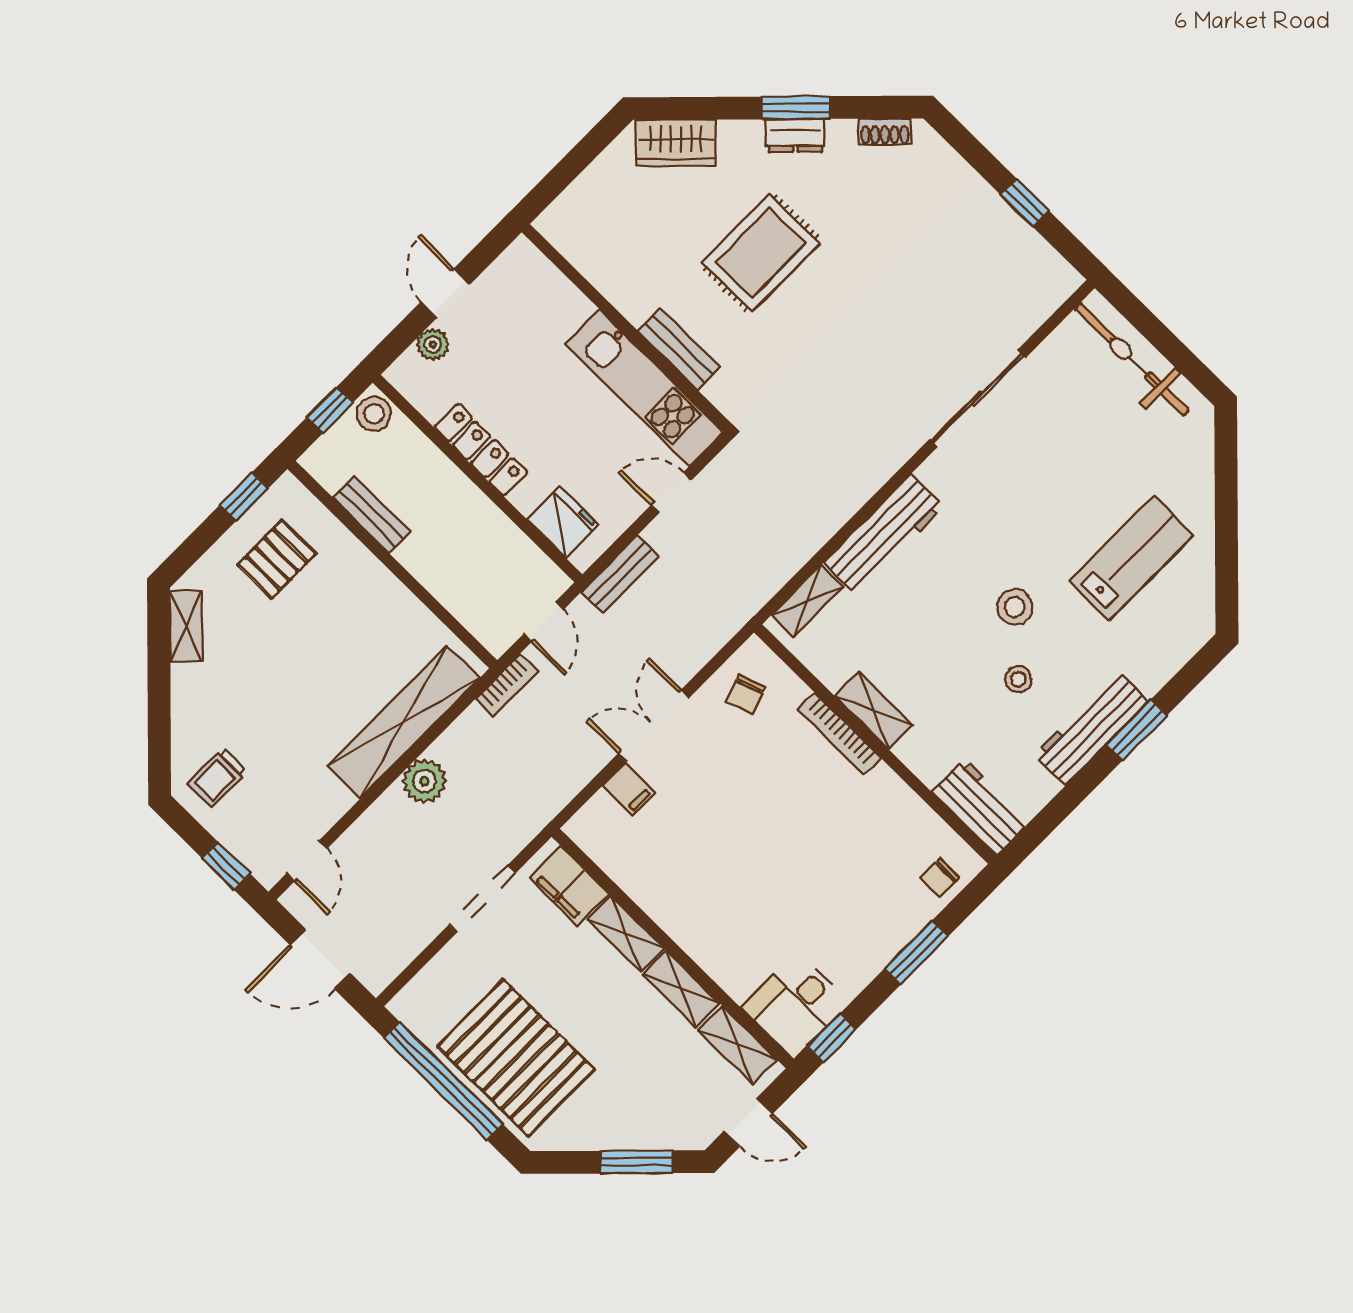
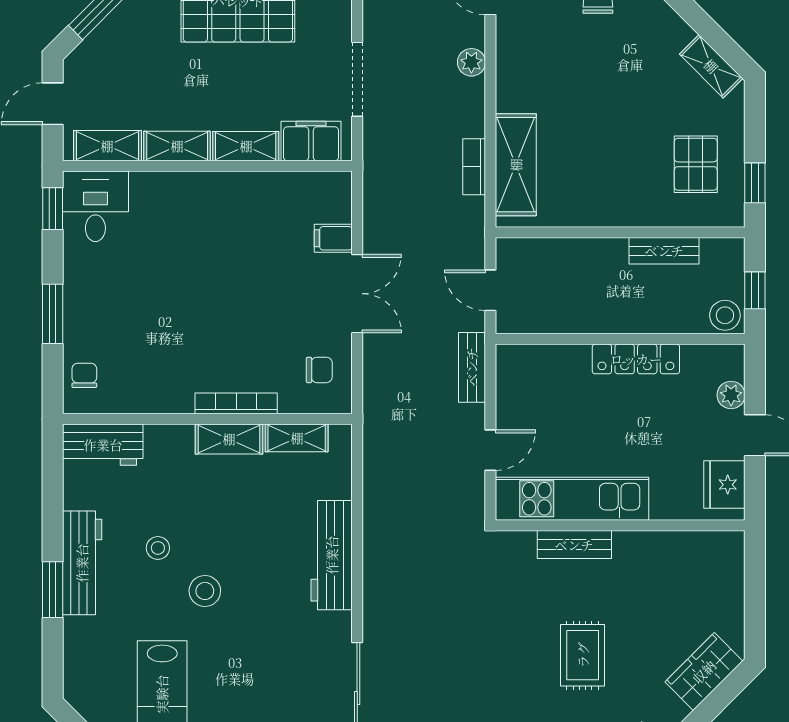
rug: (761, 253) -> (583, 655), width x0.73, depth x0.70
fridge: (563, 522) -> (724, 485), moved, turned 90
shelving: (807, 601) -> (297, 438), moved, turned 90
bookcase: (507, 685) -> (474, 167), moved
chair: (745, 694) -> (319, 370), turned 108
shelving: (403, 722) -> (516, 165), width x0.68
plant: (424, 781) -> (471, 62), moved, width x0.73, depth x0.73

